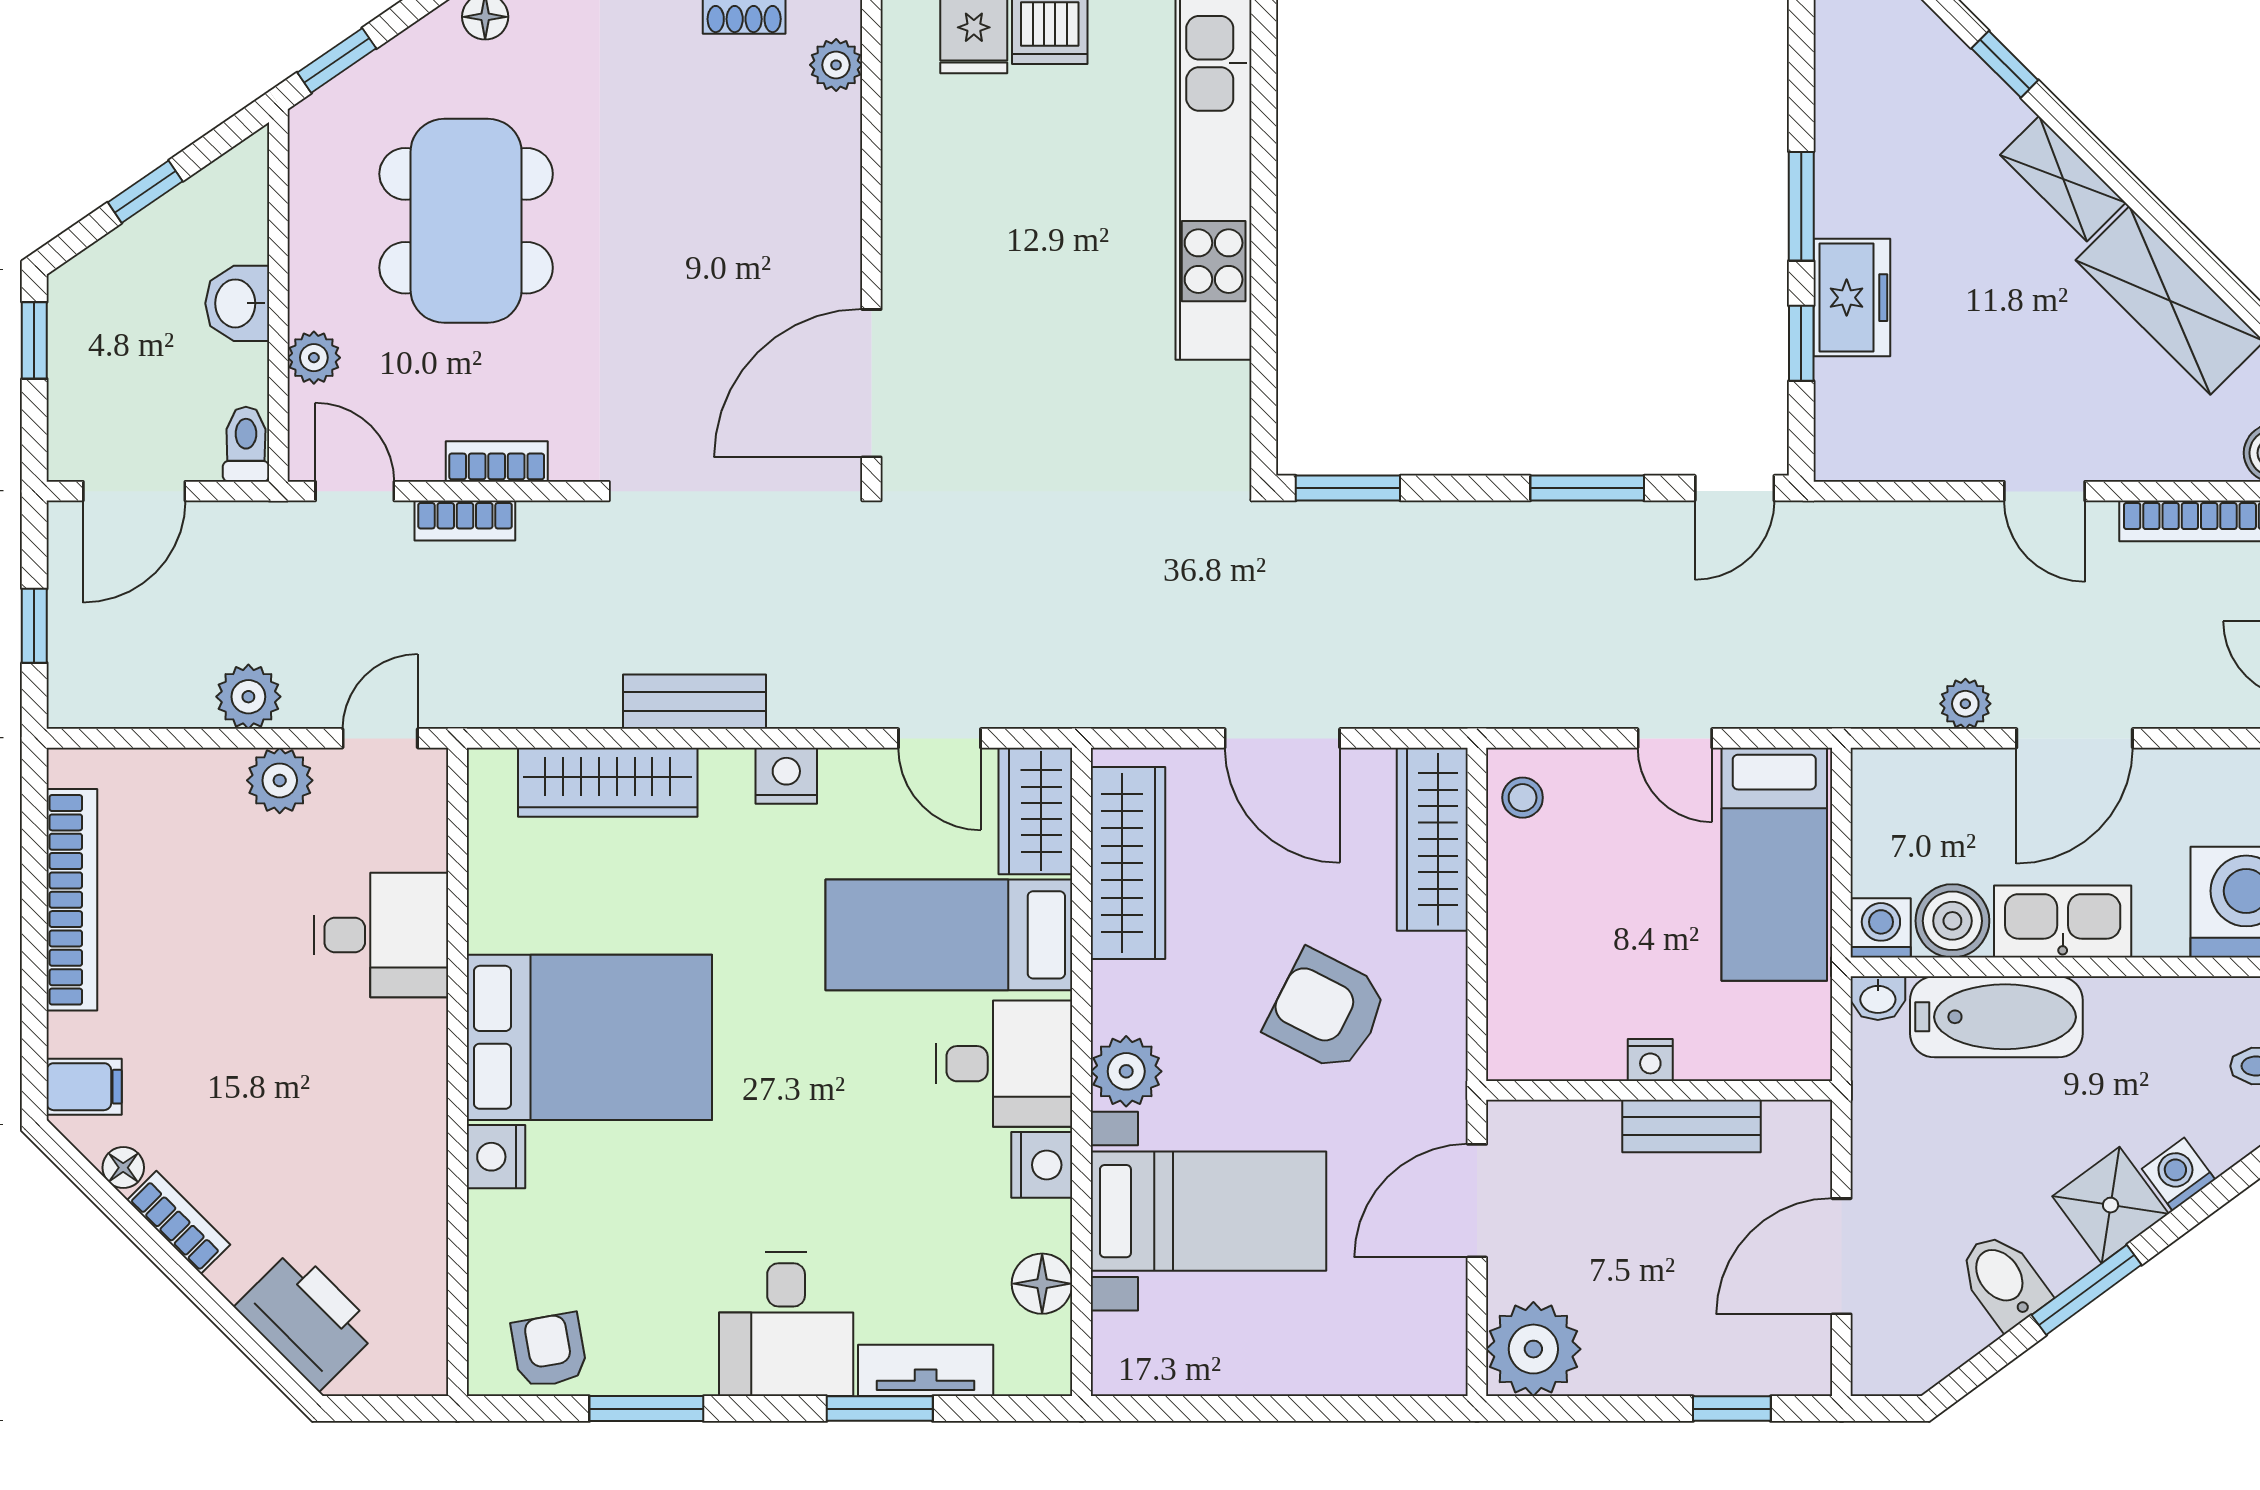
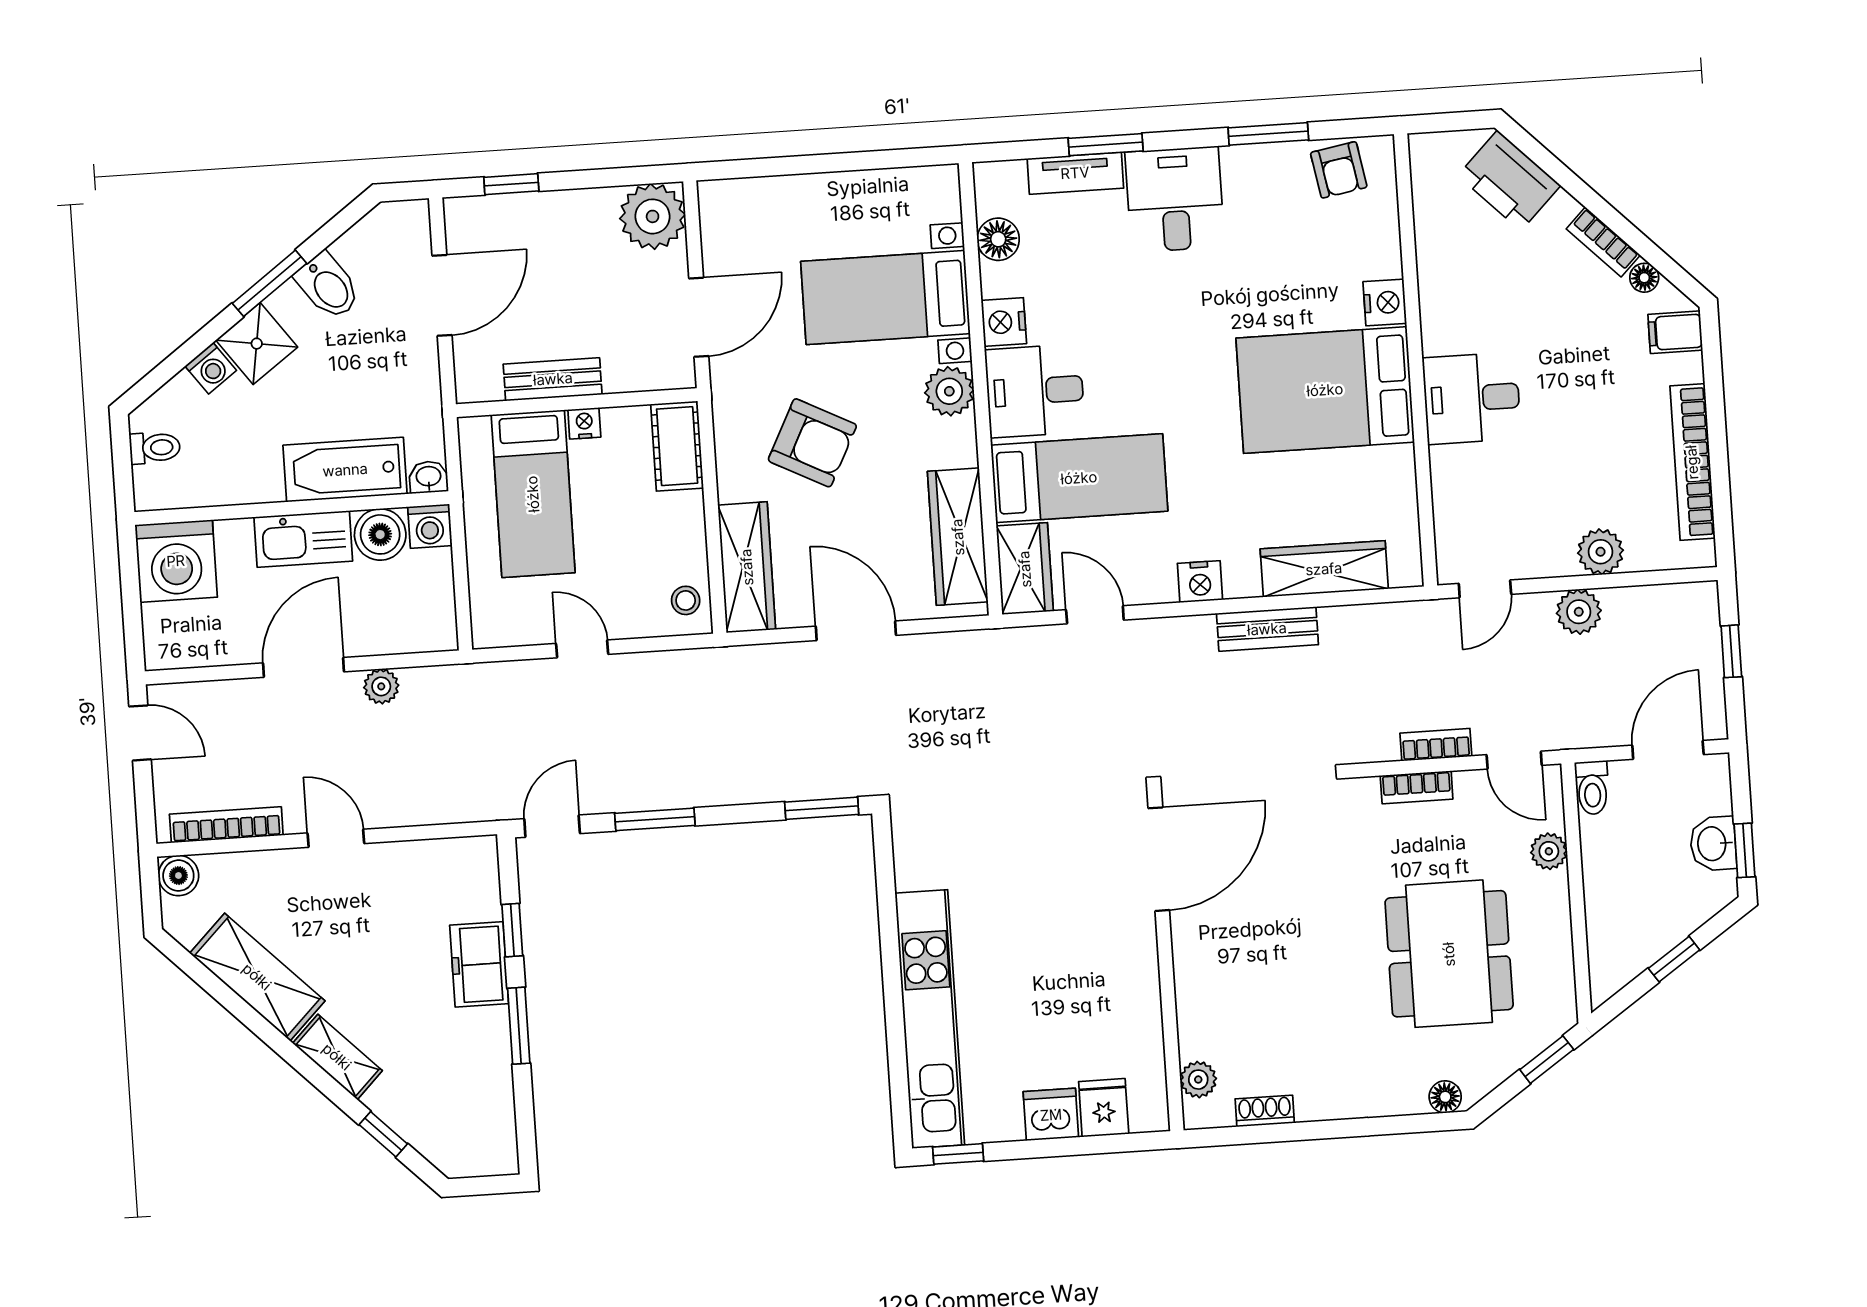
washbasin: (237, 303) -> (1713, 844), moved, turned 180
plant: (280, 780) -> (1601, 552), moved
bed: (1774, 864) -> (533, 494), moved, turned 180
desk: (381, 935) -> (1472, 398), moved
cot: (1520, 1019) -> (677, 446), added

